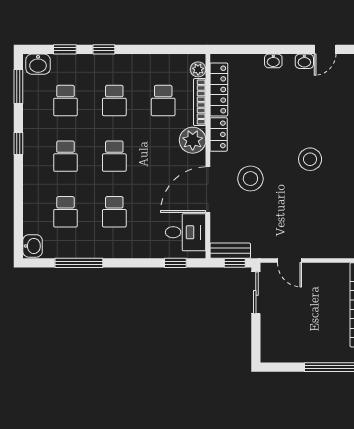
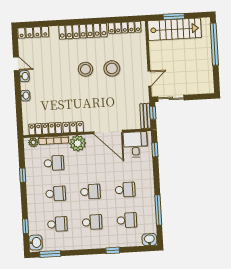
window: (104, 49) -> (23, 175), moved
window: (18, 143) -> (113, 250), moved
stool: (250, 179) -> (112, 68), moved

